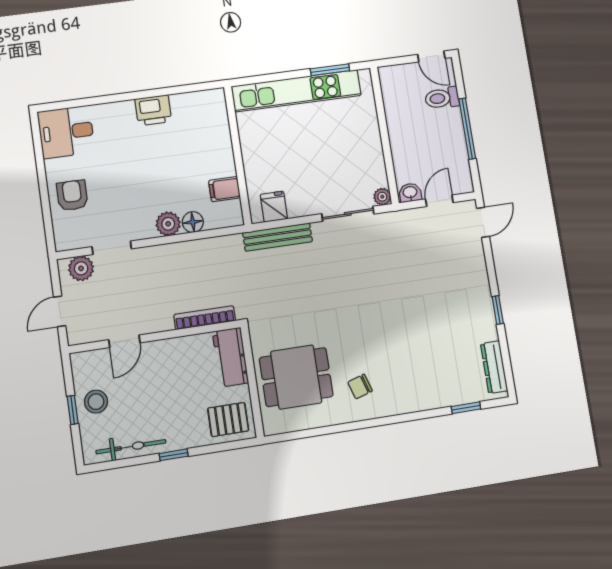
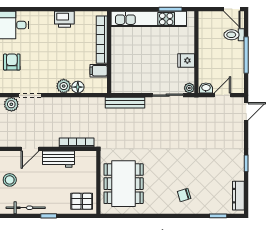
bookcase: (222, 136) -> (102, 40), added
fridge: (274, 207) -> (186, 60), moved, turned -90
workbench: (230, 357) -> (58, 159), moved, turned -90
dining table: (296, 377) -> (124, 184), width x1.37
chair: (360, 387) -> (184, 195), moved

